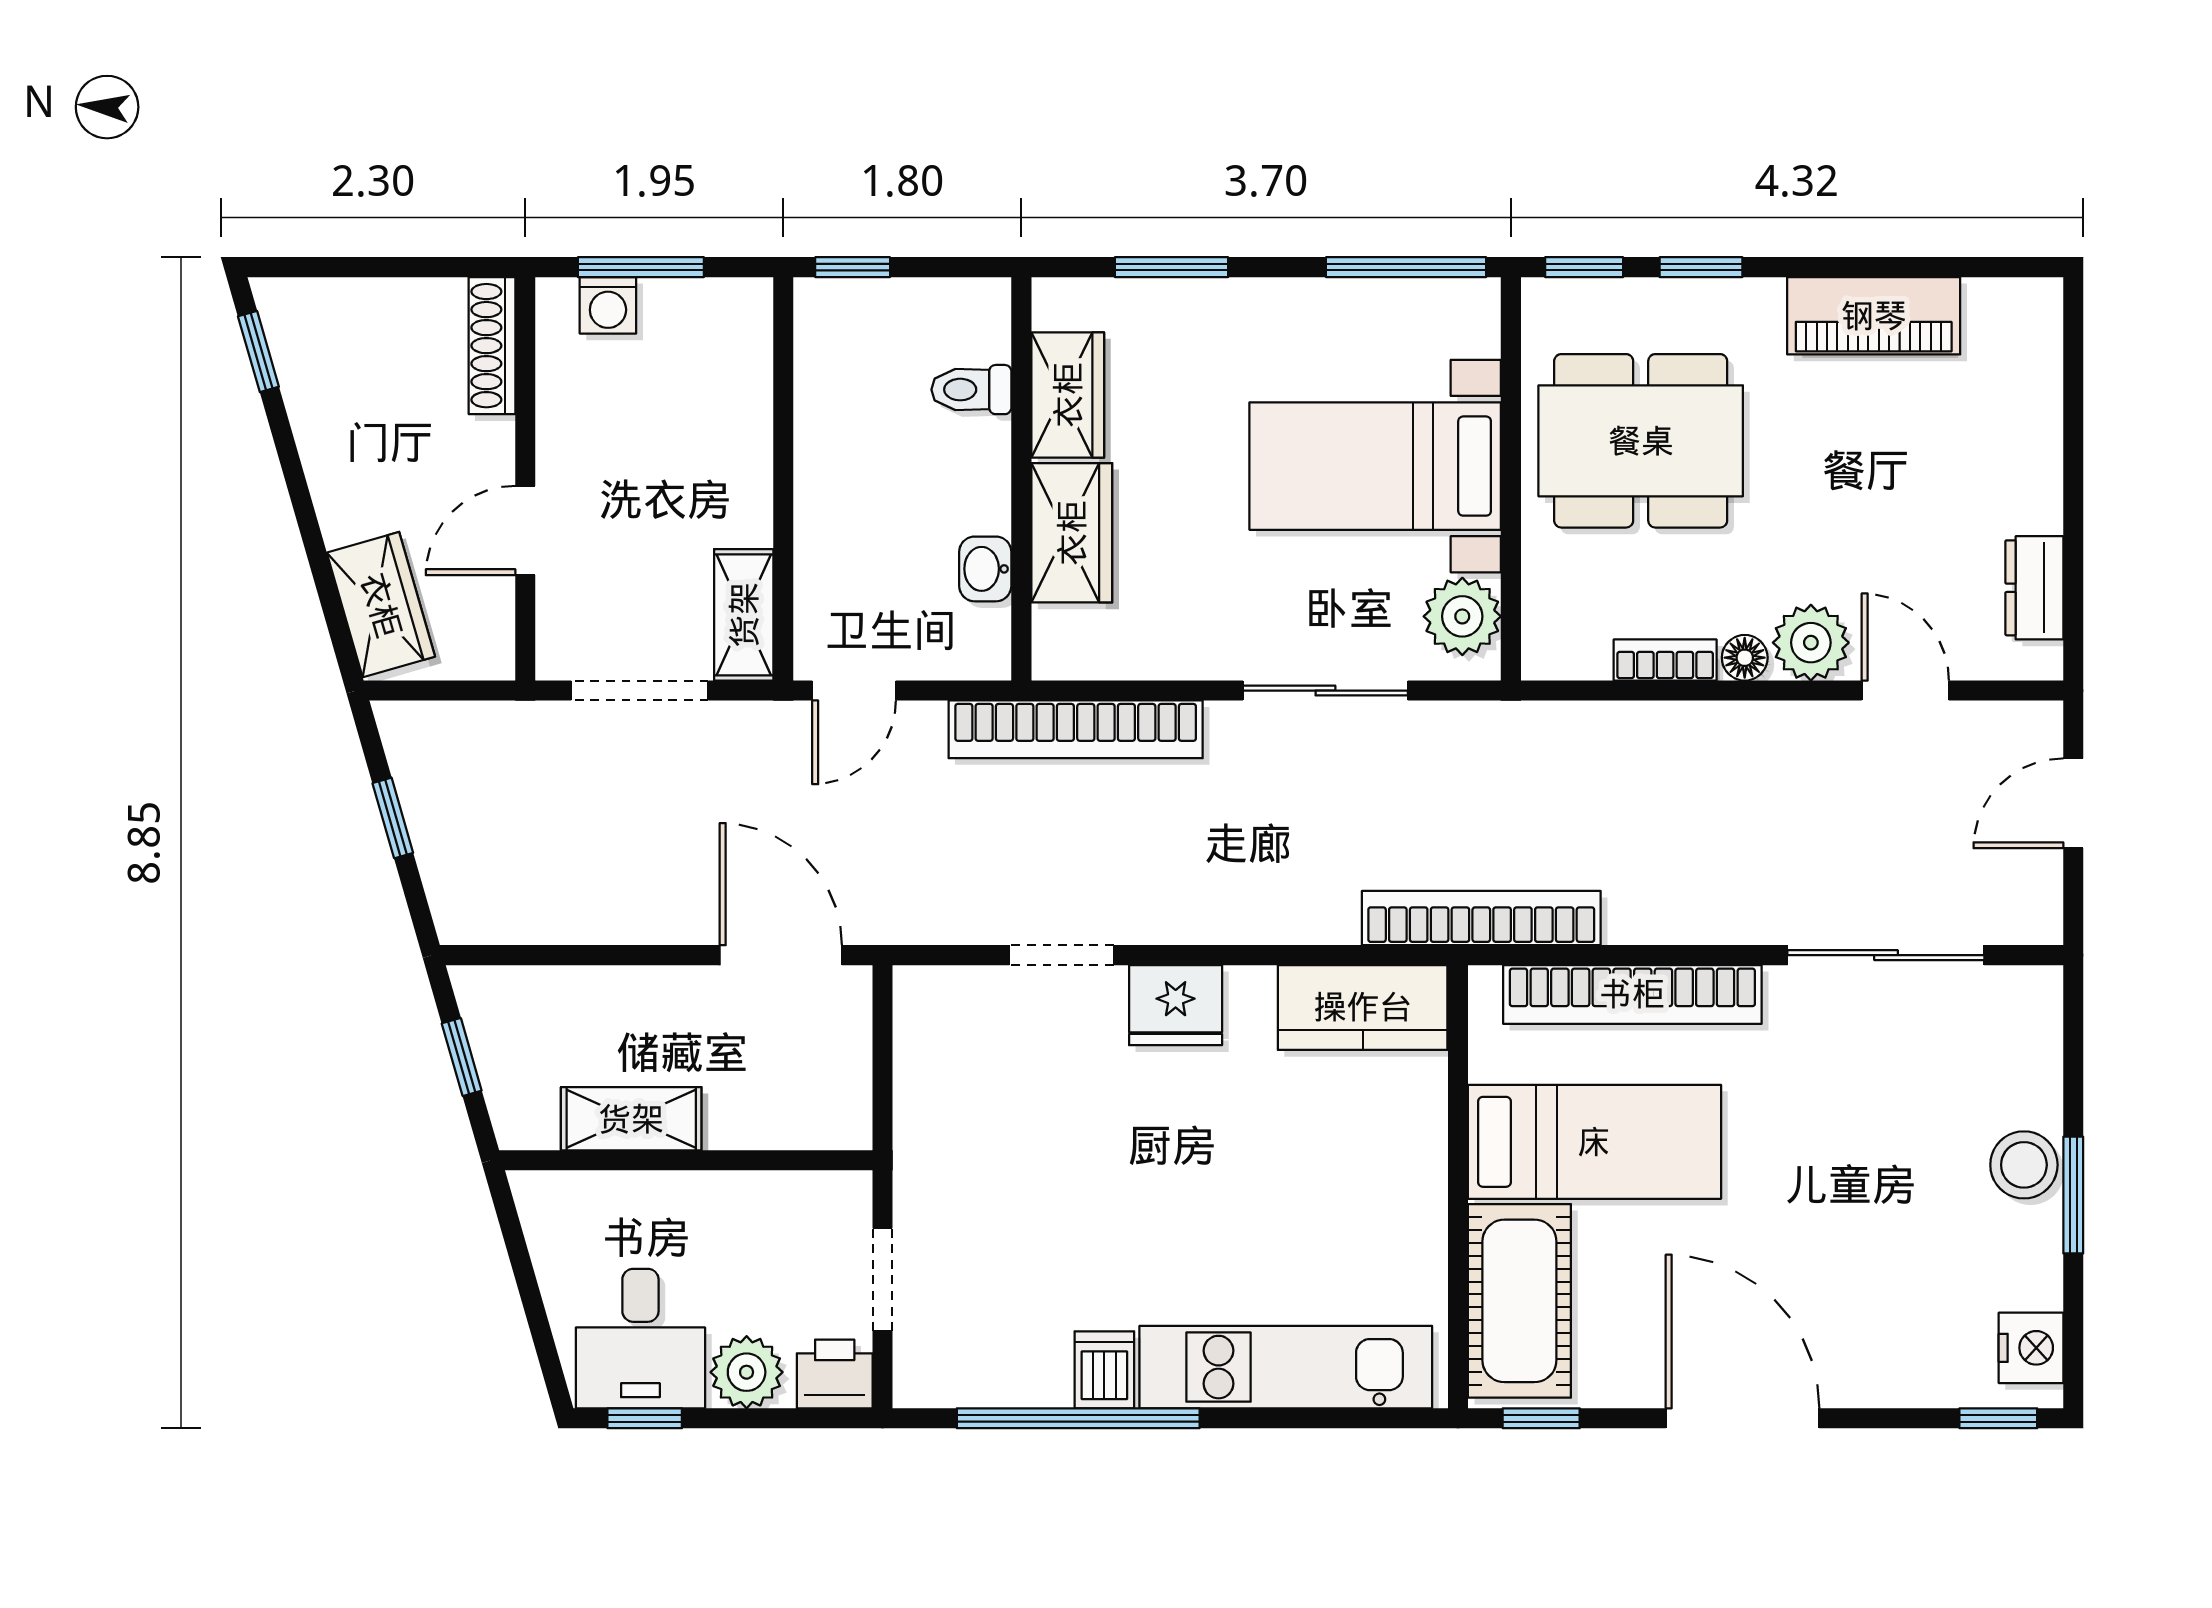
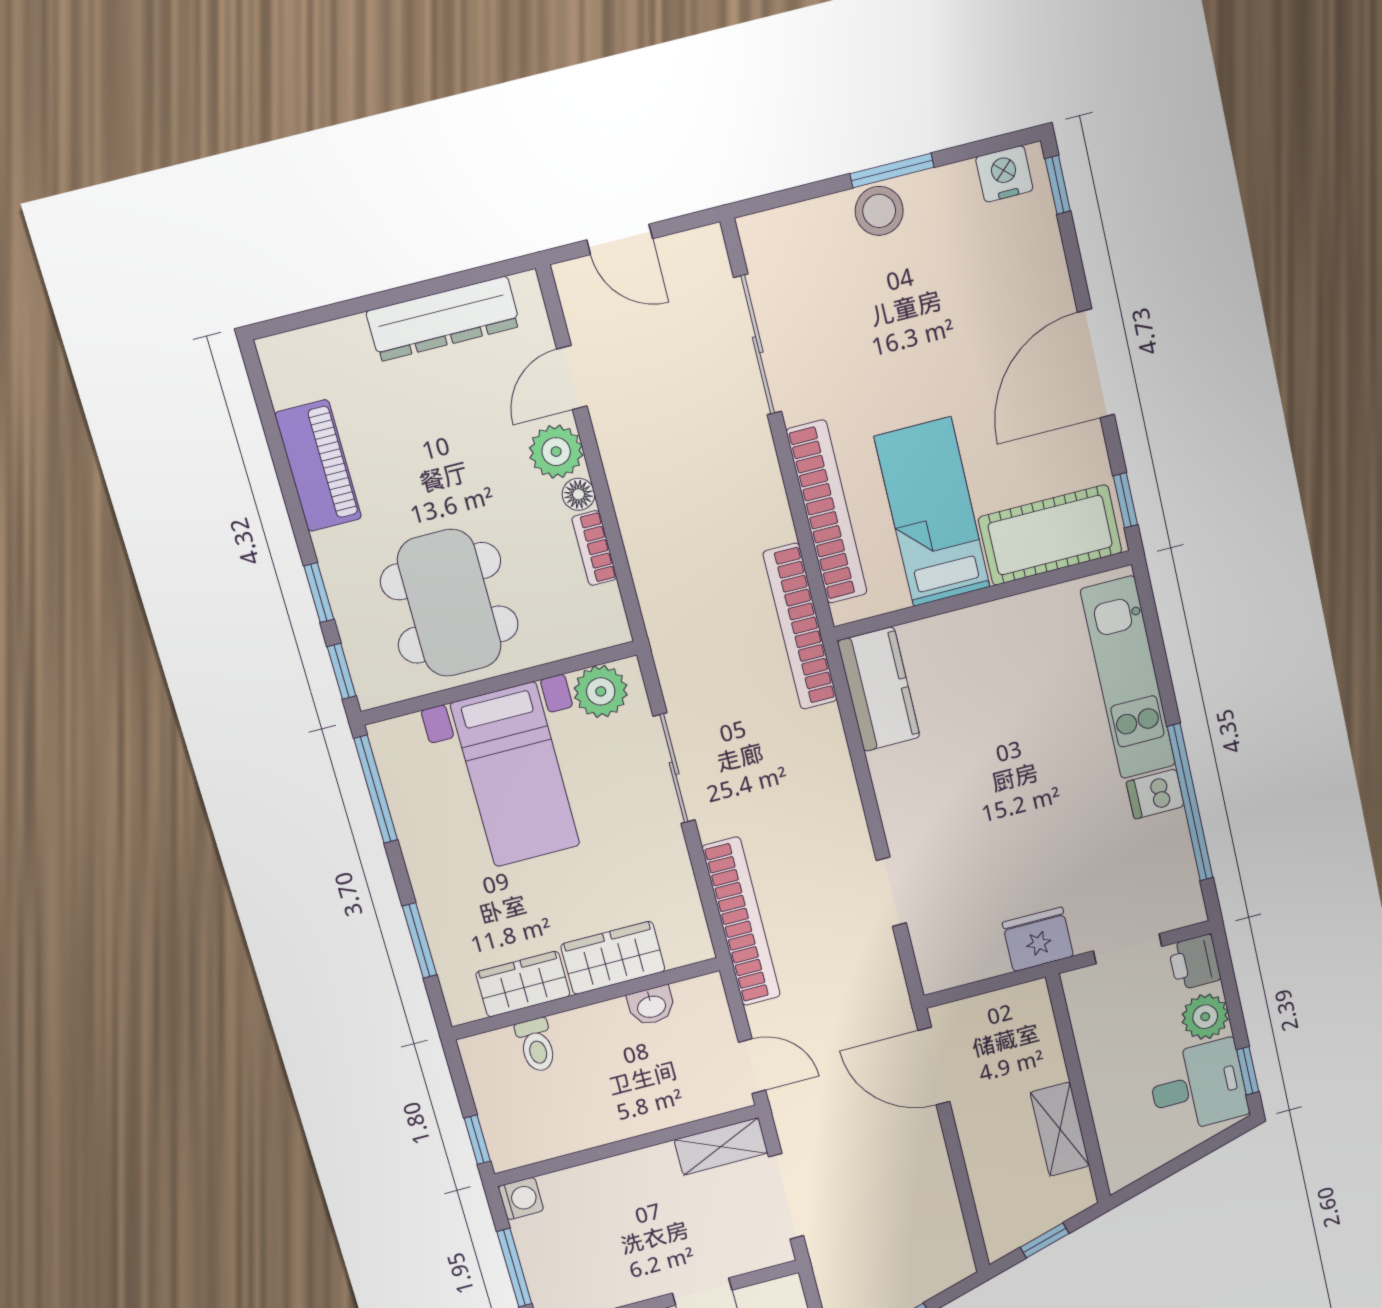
washing machine: (608, 305) -> (521, 1199), moved
dresser: (2034, 588) -> (443, 319), width x1.96, depth x1.24
door: (781, 955) -> (934, 1066), hinge flipped
fridge: (1176, 1005) -> (1038, 939), moved, turned -90

